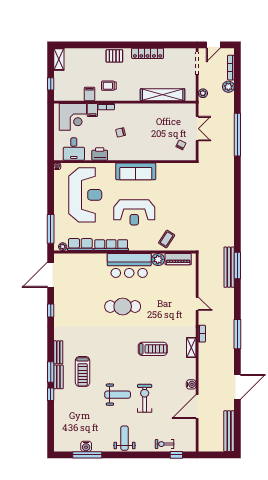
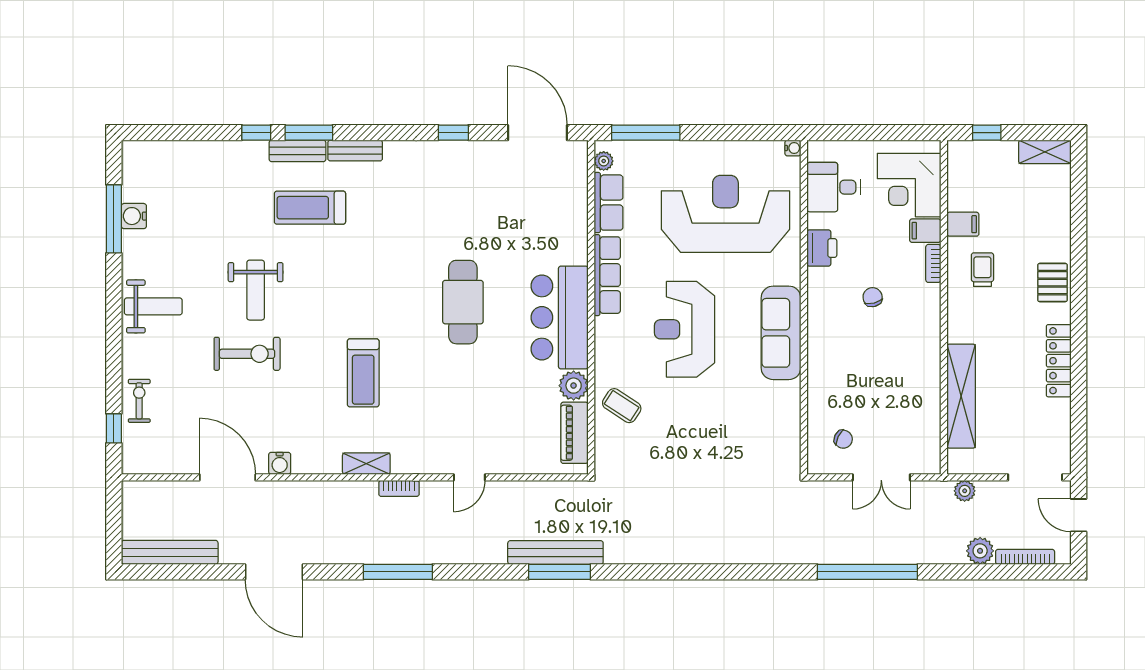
reception desk: (85, 195) -> (725, 214), turned 180

